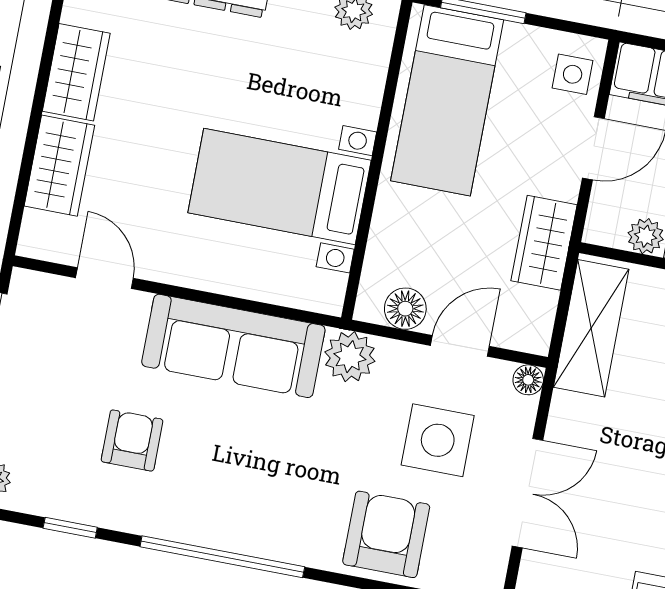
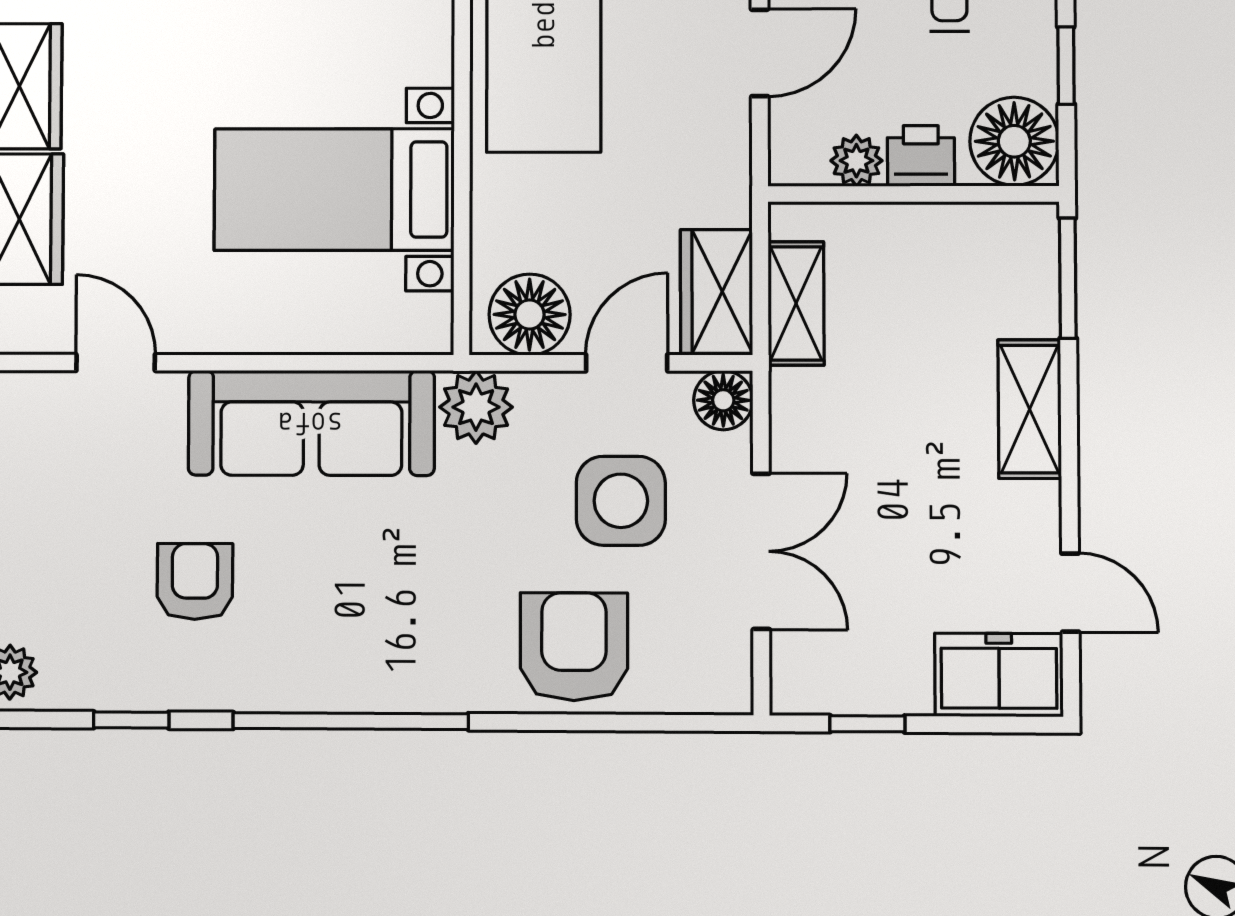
wardrobe: (544, 243) -> (716, 291), moved
floor lamp: (405, 309) -> (530, 315), width x1.38, depth x1.38
shelving: (591, 328) -> (796, 303), width x0.67, depth x0.75
floor lamp: (528, 380) -> (723, 400), width x1.37, depth x1.37

